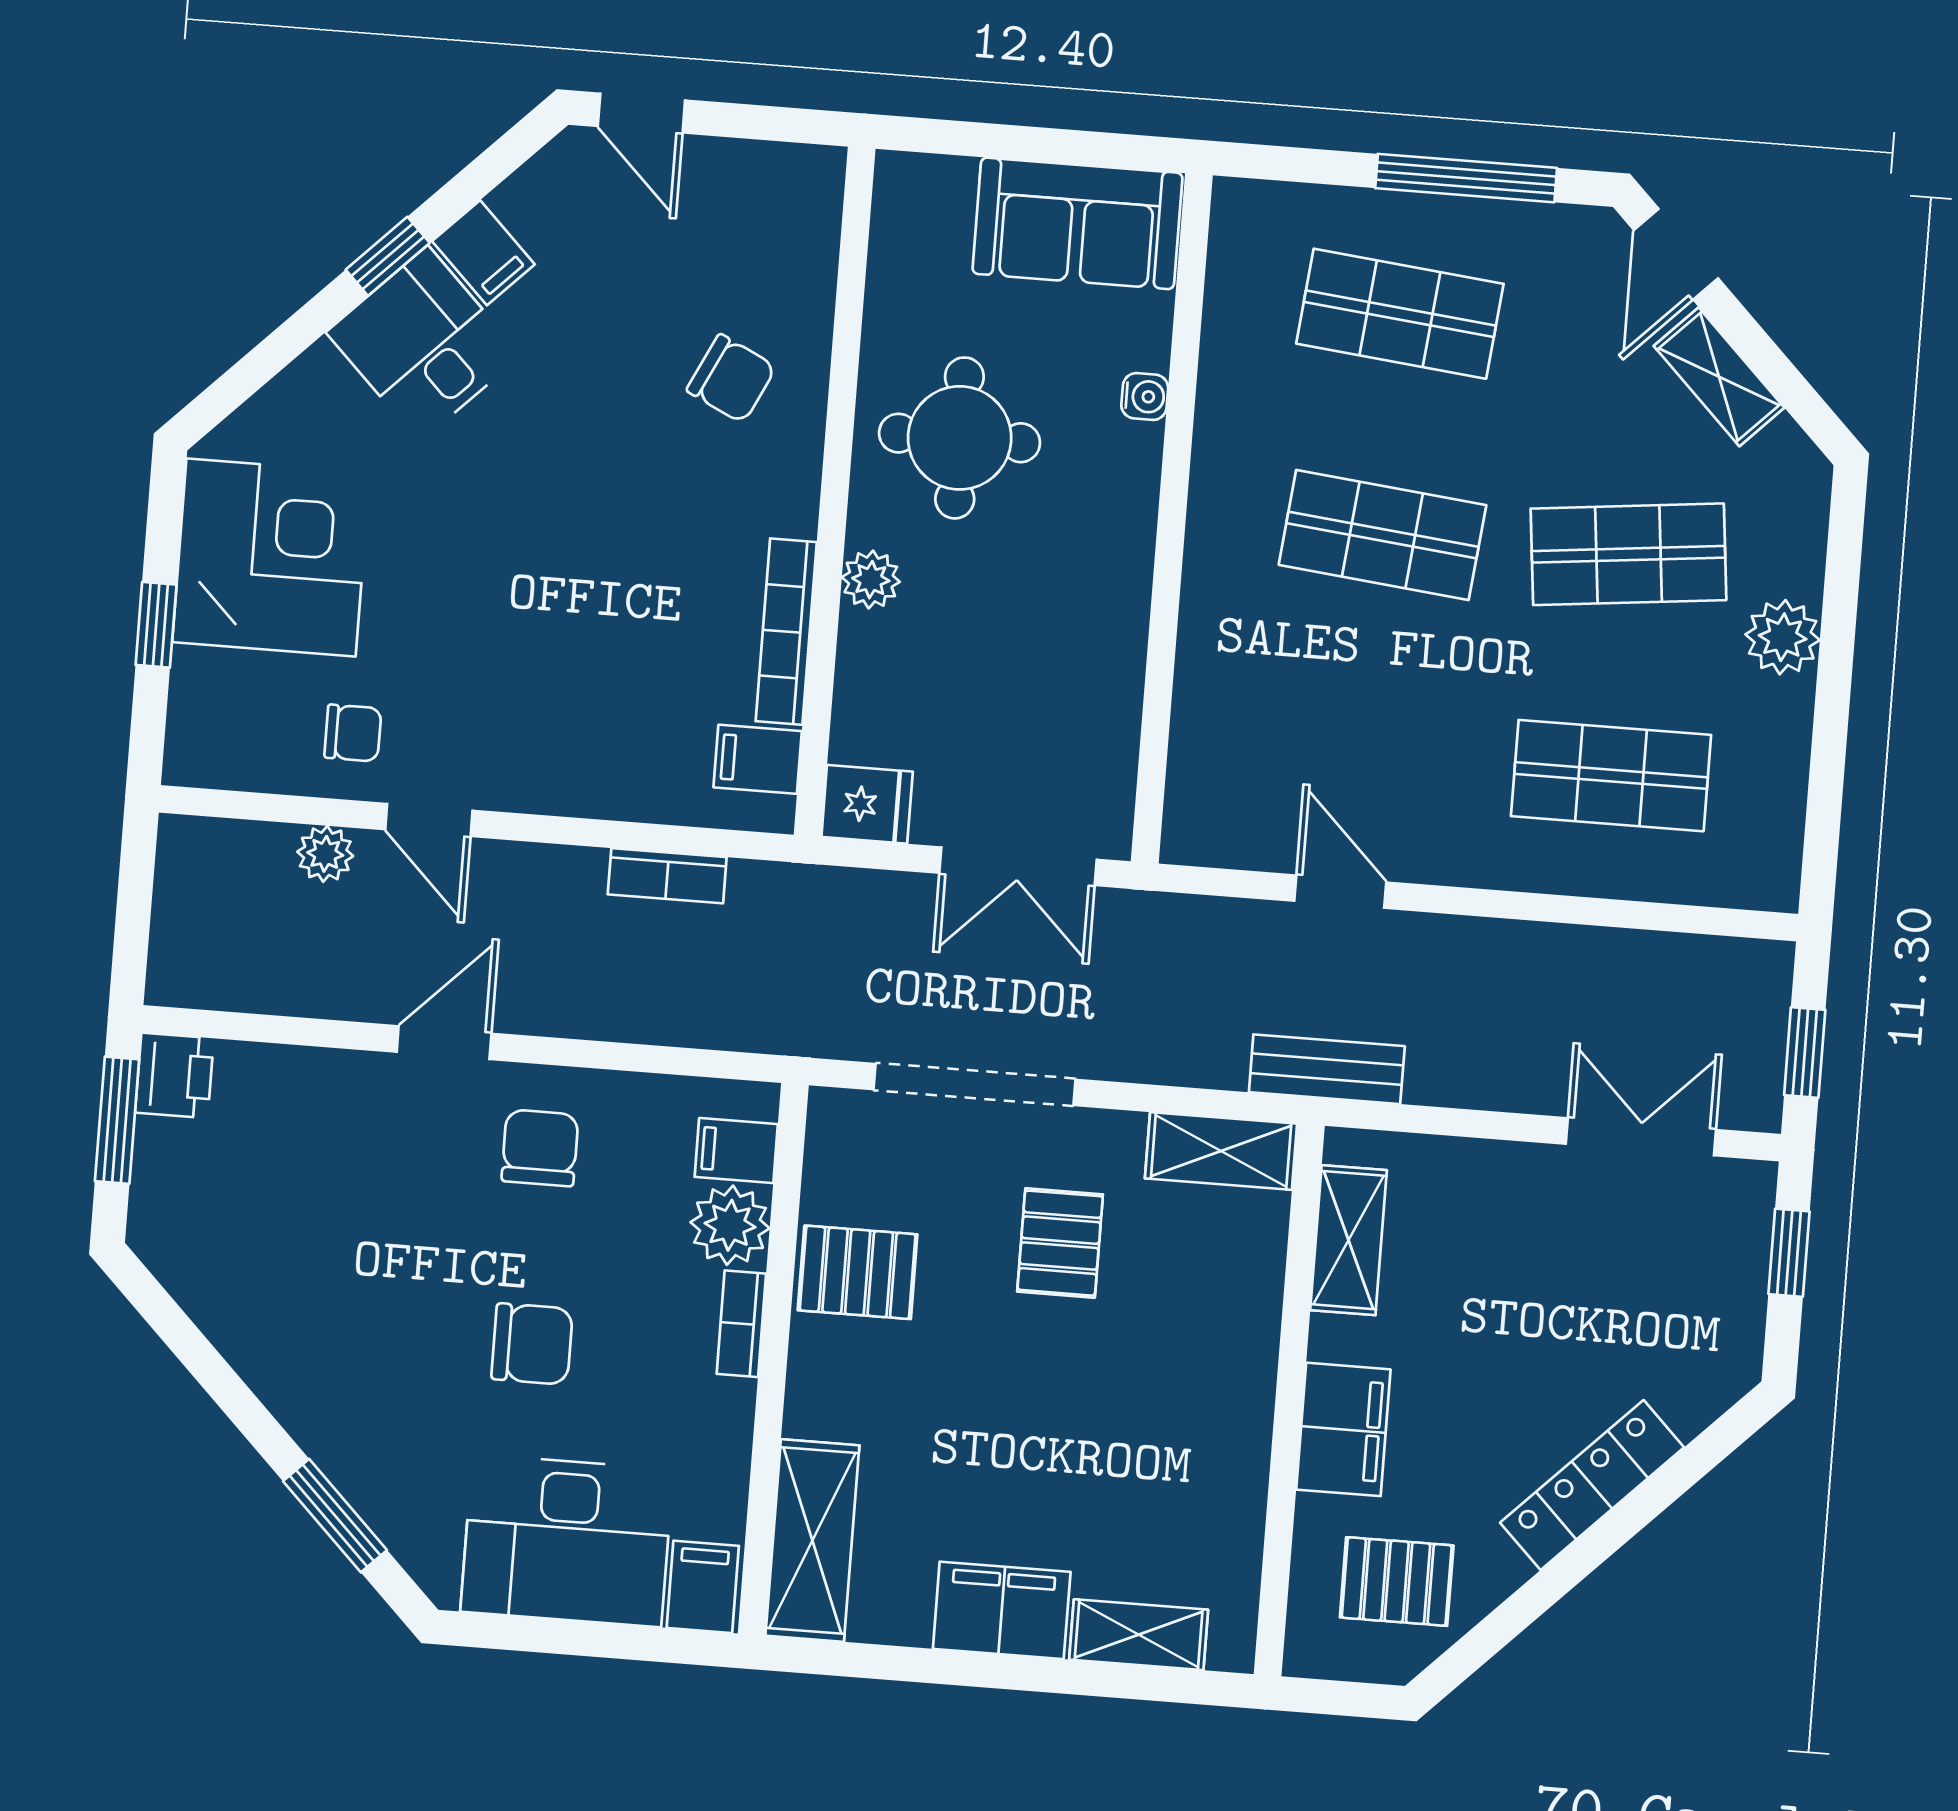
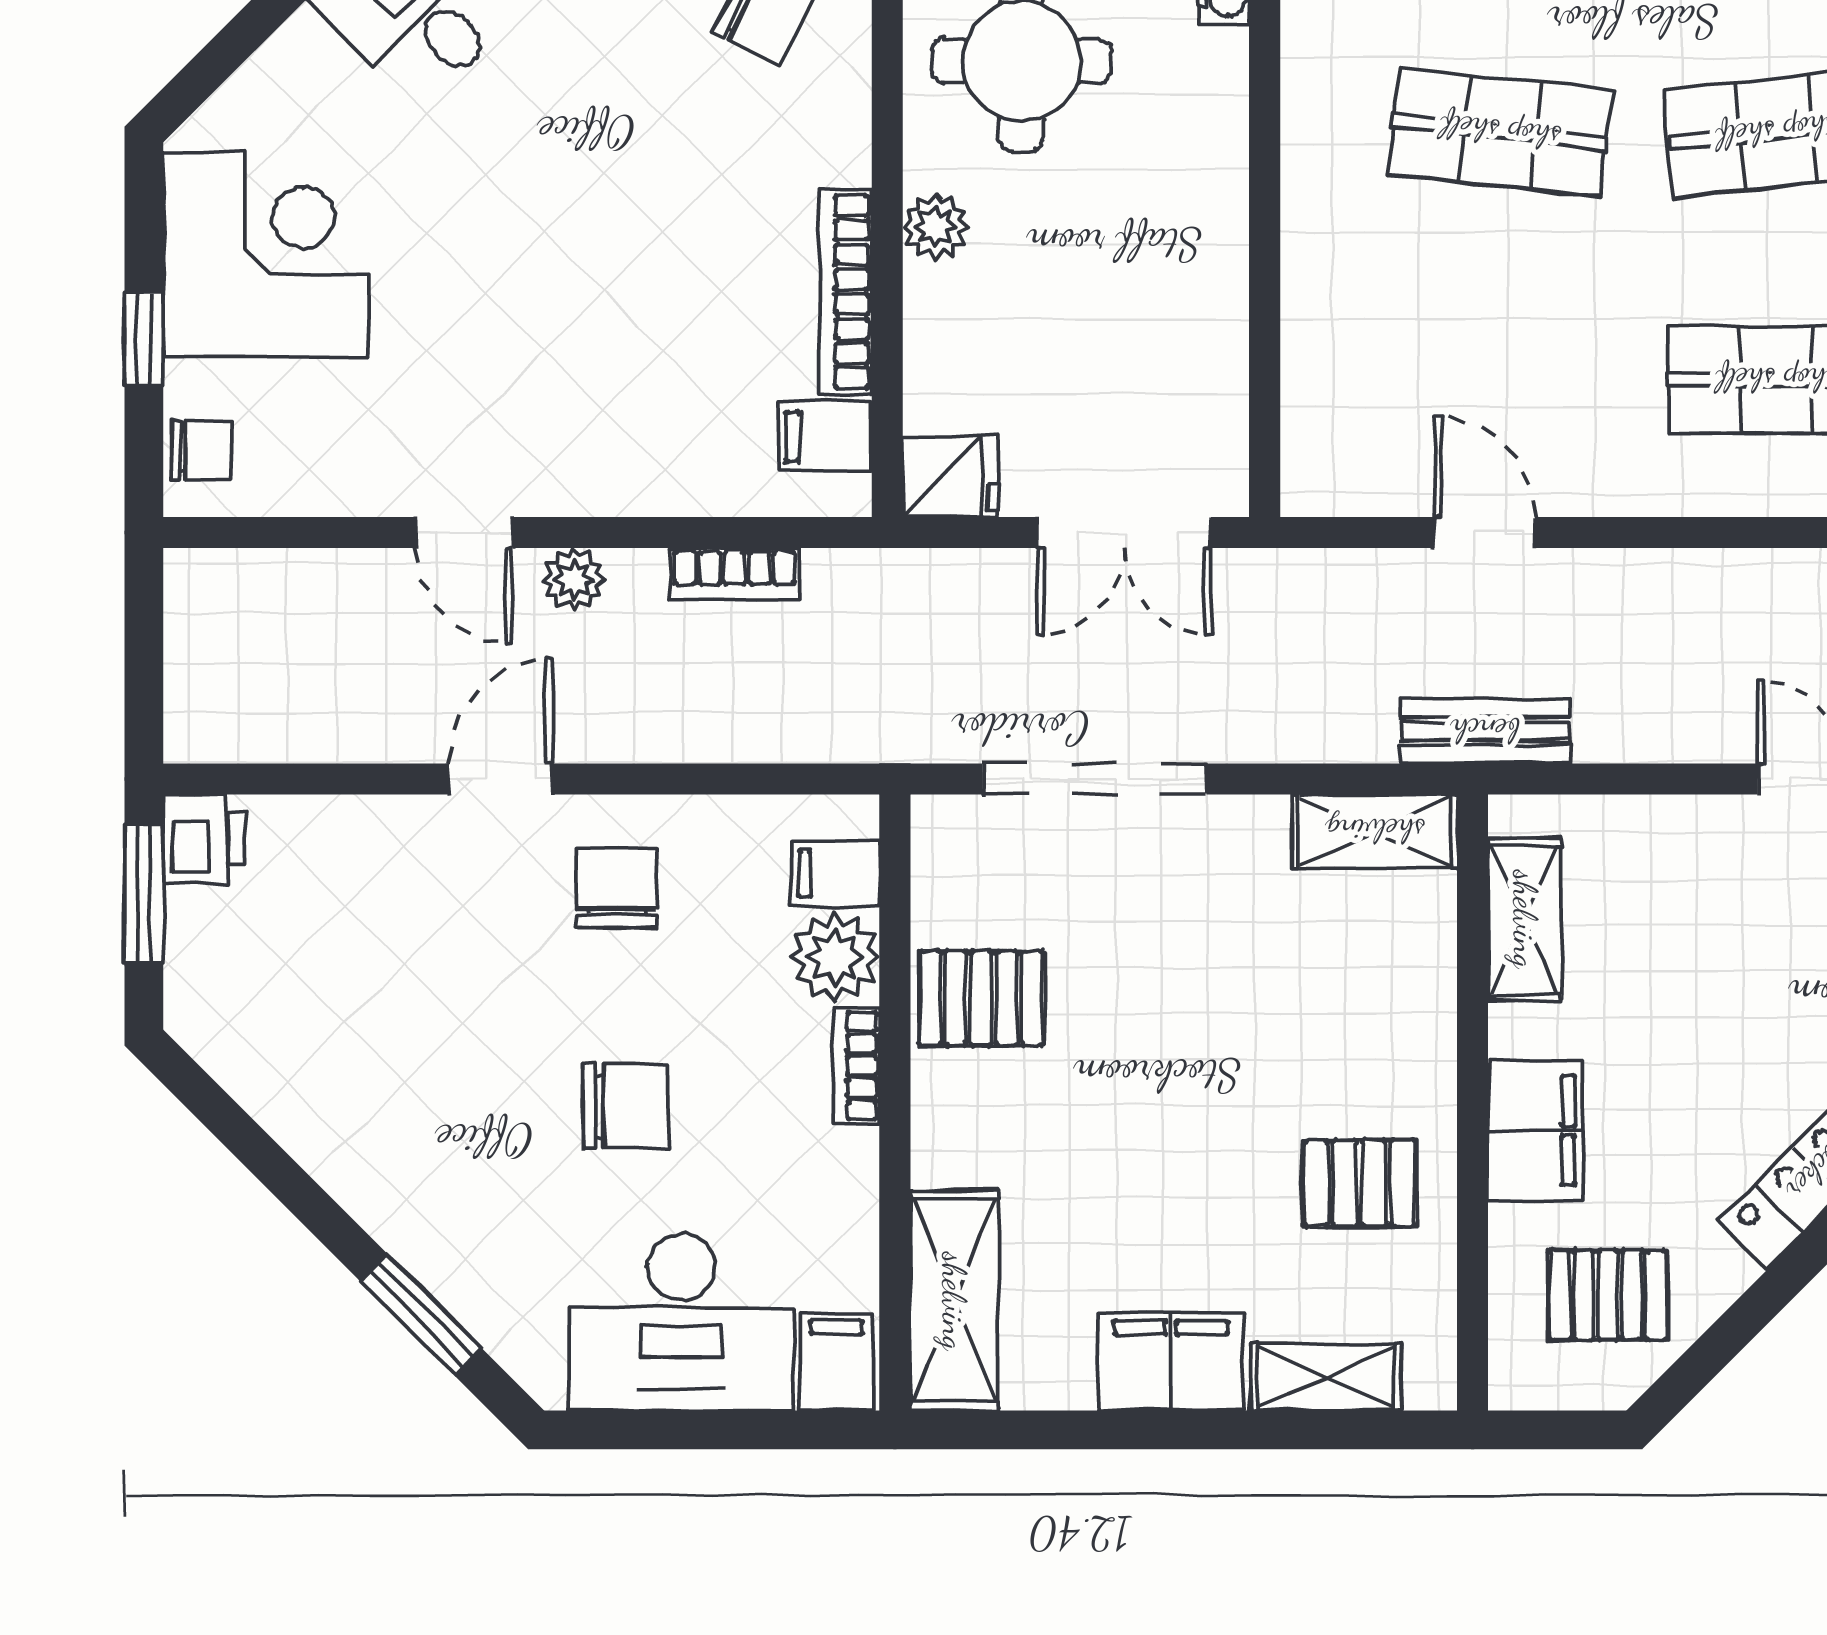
chair: (353, 733) -> (201, 450), moved
plant: (325, 854) -> (574, 579), moved
pallet: (1060, 1243) -> (1360, 1183), moved, turned 90

